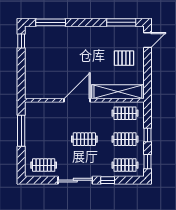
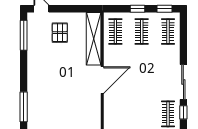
door: (77, 100) -> (102, 80), swing flipped
clothes rail: (84, 139) -> (142, 73), removed
window: (108, 180) -> (183, 112), moved

